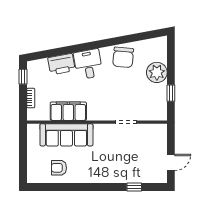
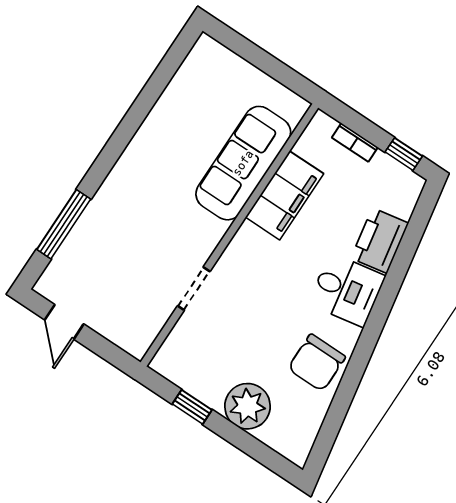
chair: (123, 57) -> (317, 363), turned -95
armchair: (59, 168) -> (191, 109), removed
window: (134, 187) -> (64, 224), width x2.17

